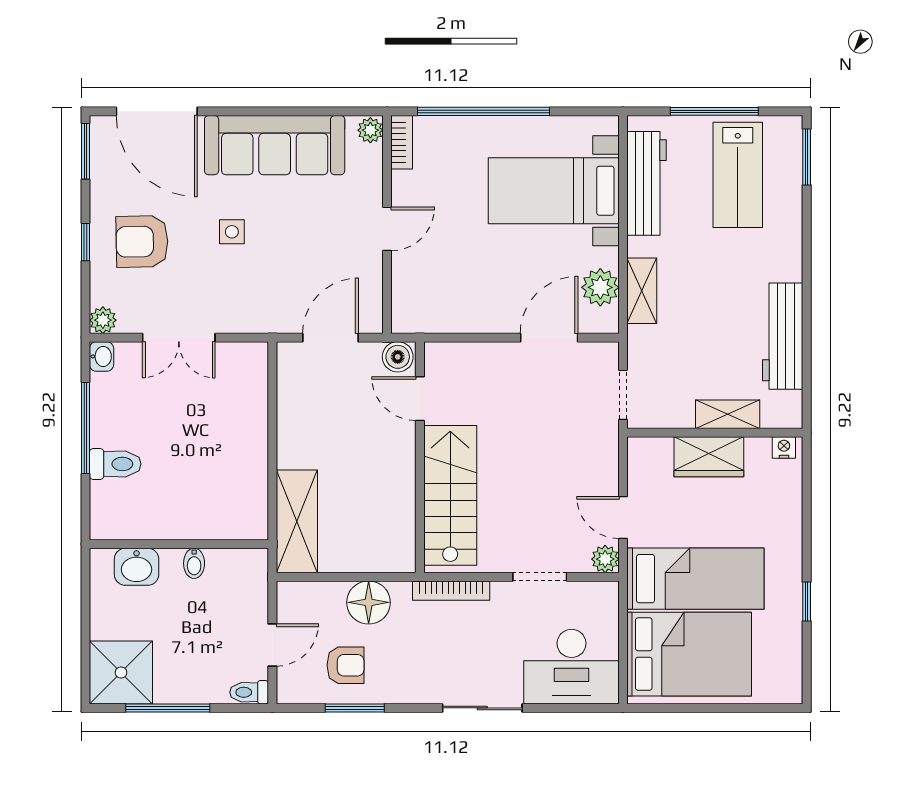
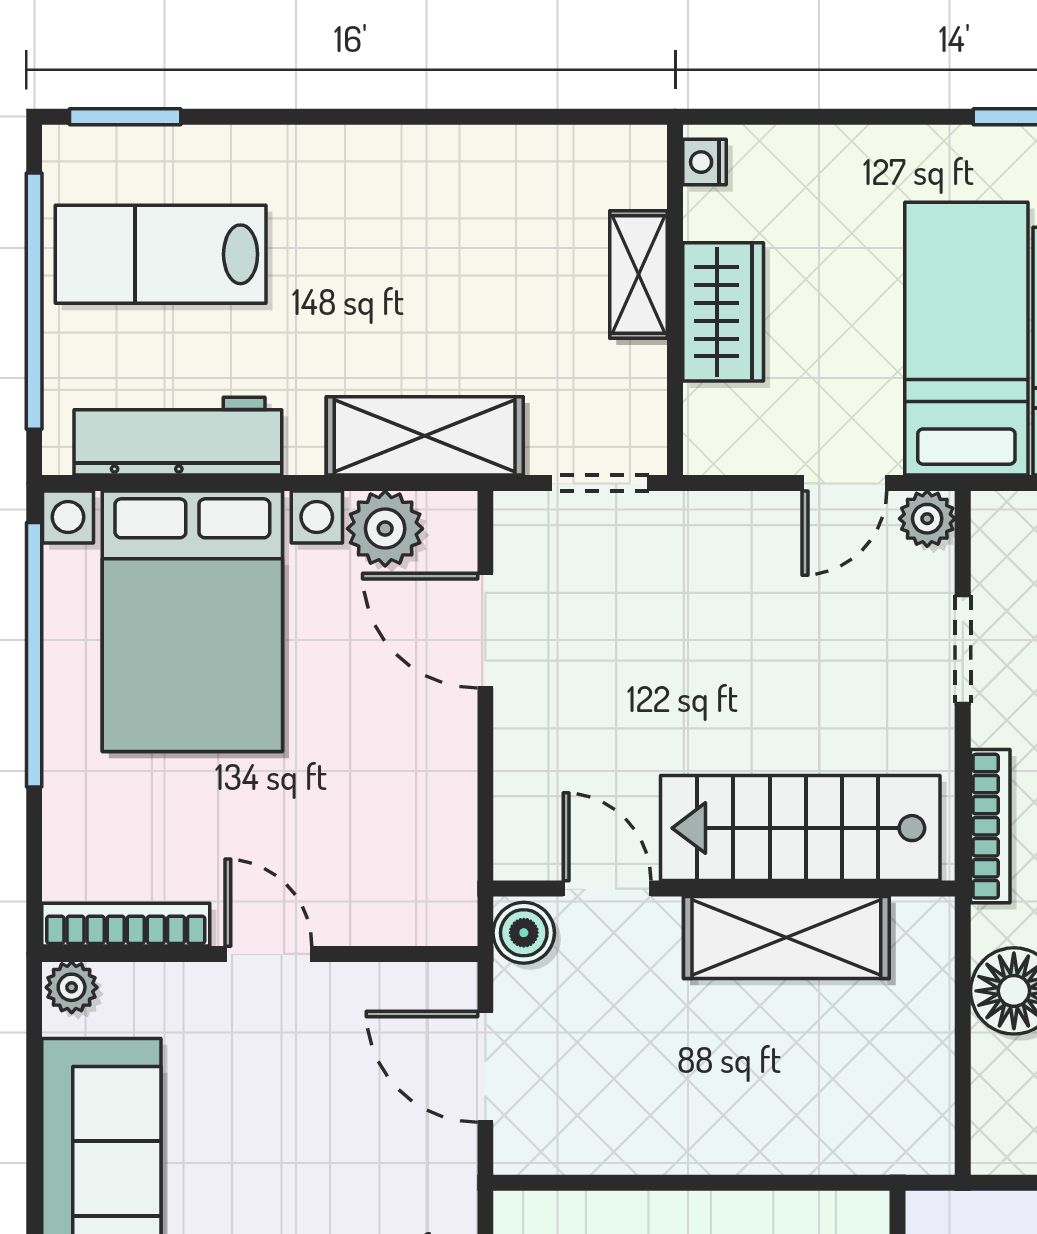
window: (483, 111) -> (34, 655), moved
window: (714, 111) -> (34, 301), width x1.46
bookcase: (402, 142) -> (126, 925), width x1.56
lab bench: (738, 175) -> (161, 254), turned 180
bed with nightstands: (554, 191) -> (192, 621), width x1.36
shelving: (642, 291) -> (425, 436), width x1.50, depth x1.33
workbench: (783, 336) -> (482, 165), removed
door: (420, 399) -> (607, 889), swing flipped
shelving: (297, 521) -> (786, 938), moved

